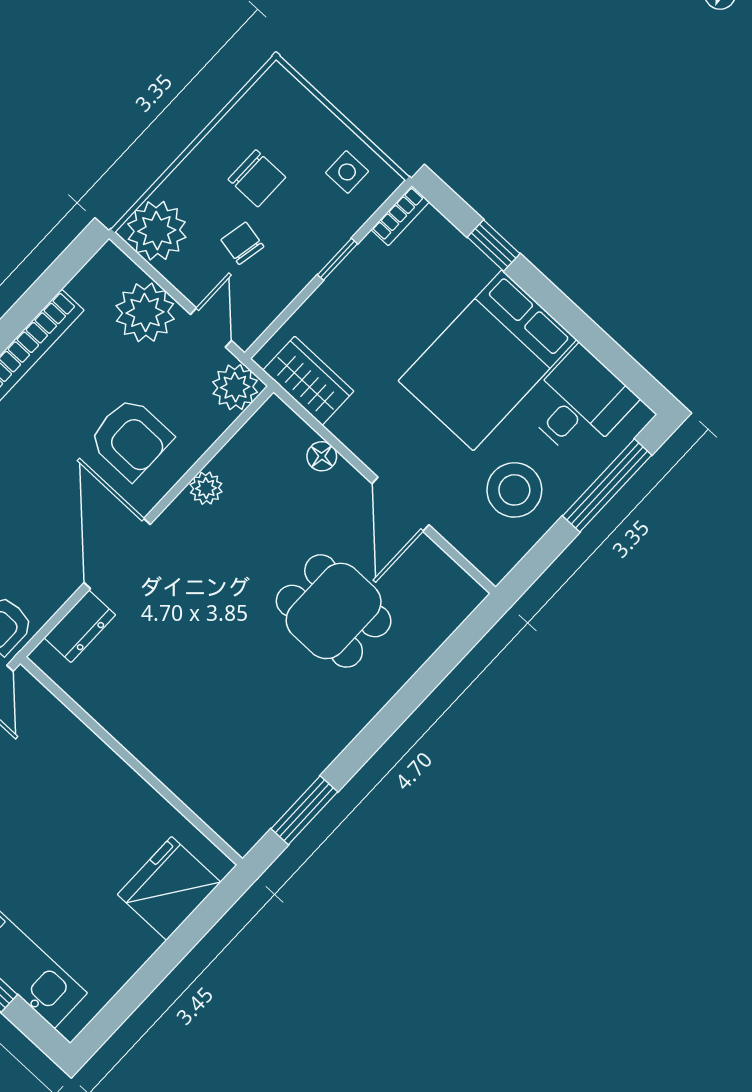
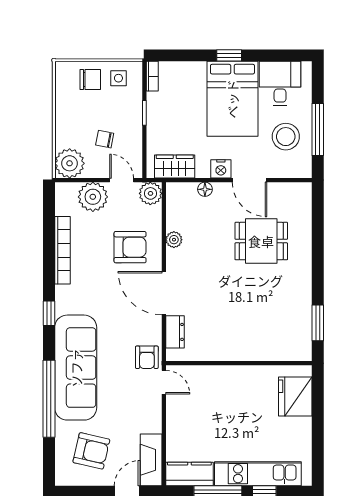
chair: (257, 178) -> (90, 80), moved
window: (494, 245) -> (229, 55), moved
nightstand: (373, 448) -> (221, 169), added
window: (607, 485) -> (318, 130), moved

